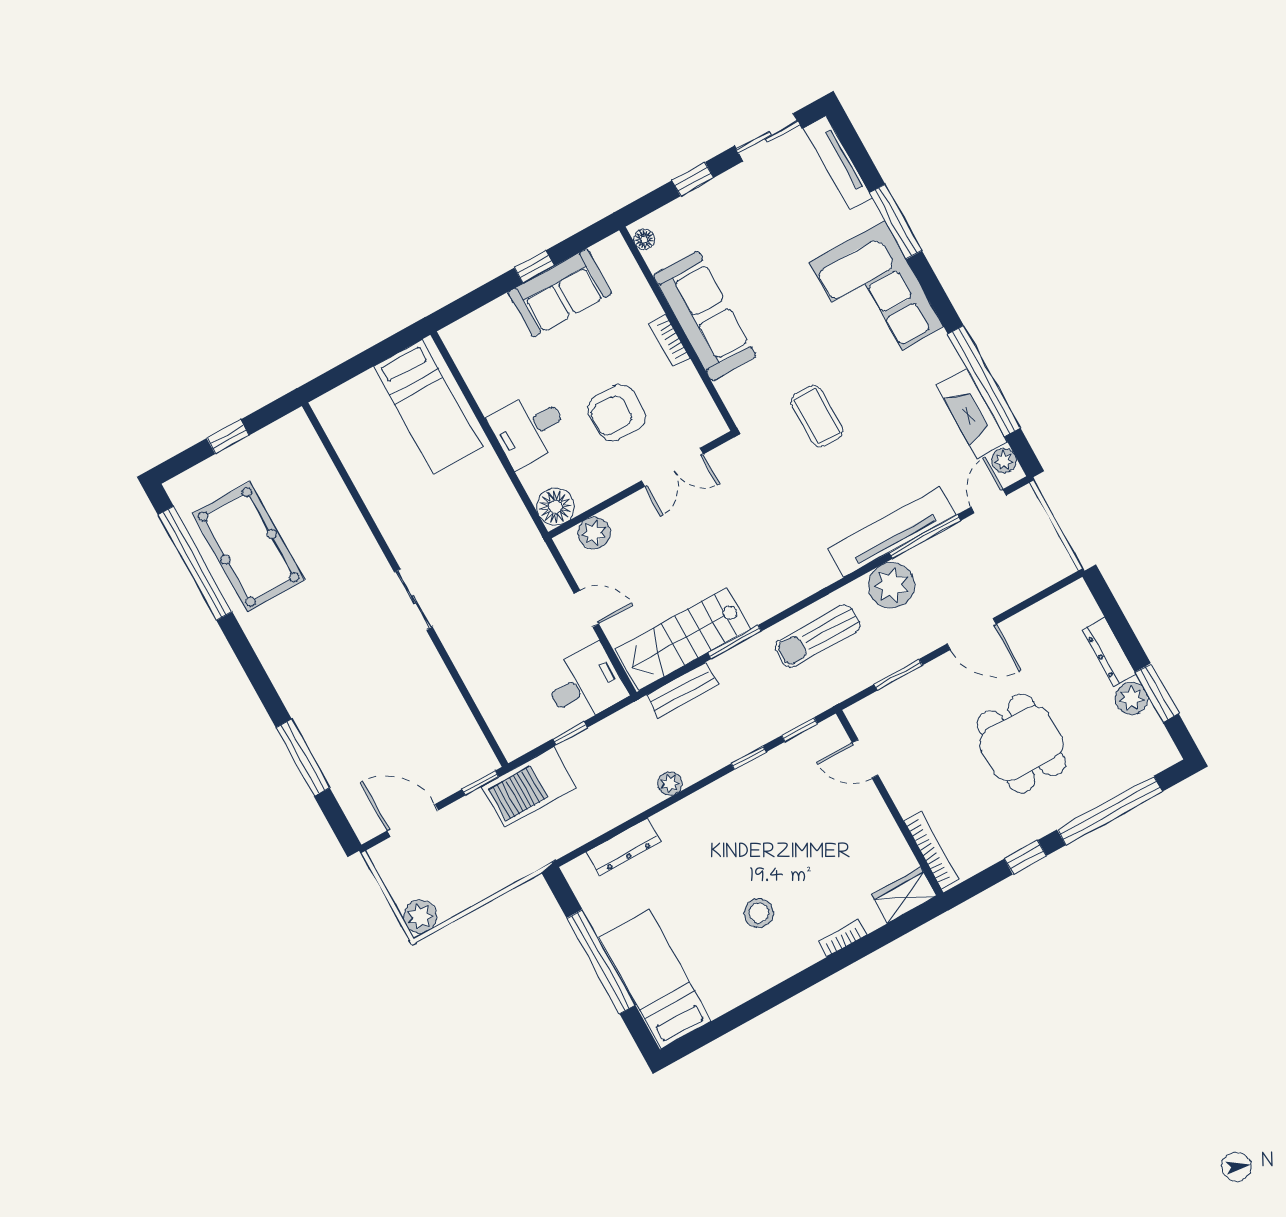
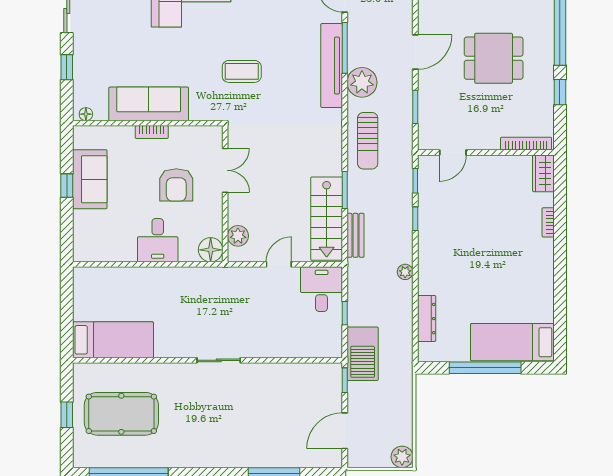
bed: (428, 407) -> (113, 340), moved
pool table: (249, 547) -> (121, 414), moved
stool: (759, 913) -> (507, 262), removed

